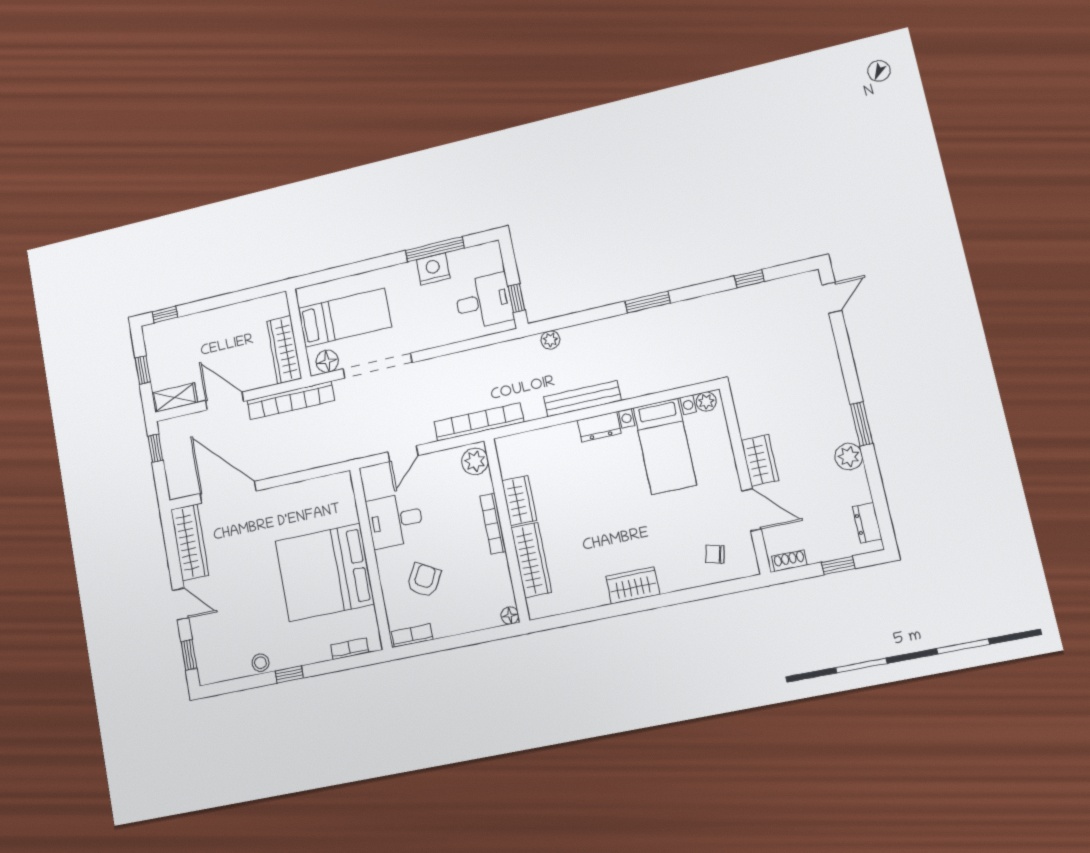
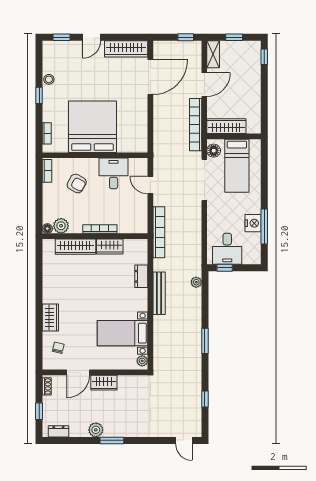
dresser: (599, 427) -> (141, 276), moved
plant: (475, 461) -> (61, 226), moved
wardrobe: (633, 585) -> (50, 317), moved

